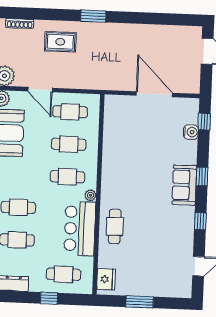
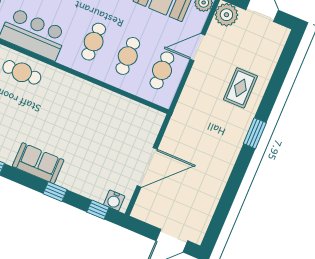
shoe rack: (20, 24) -> (276, 52), removed
water cooler: (191, 132) -> (114, 200), moved
window: (202, 176) -> (55, 192), moved
plant: (90, 195) -> (65, 59), removed

